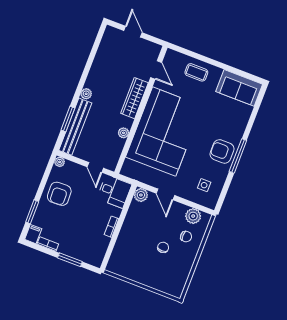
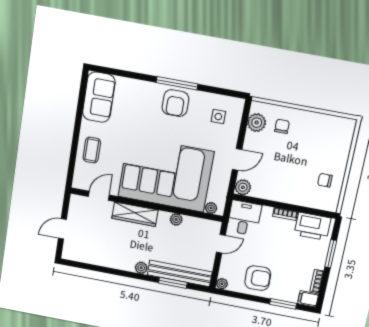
plant: (128, 165) -> (211, 208), added
chair: (163, 247) -> (325, 180), moved
printer: (97, 248) -> (313, 226), added

